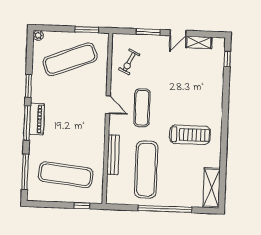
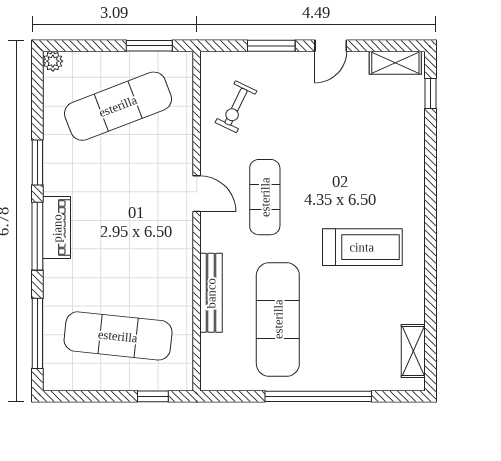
shelving: (199, 42) -> (395, 63), moved
shelving: (212, 188) -> (413, 351), width x0.67, depth x0.75

